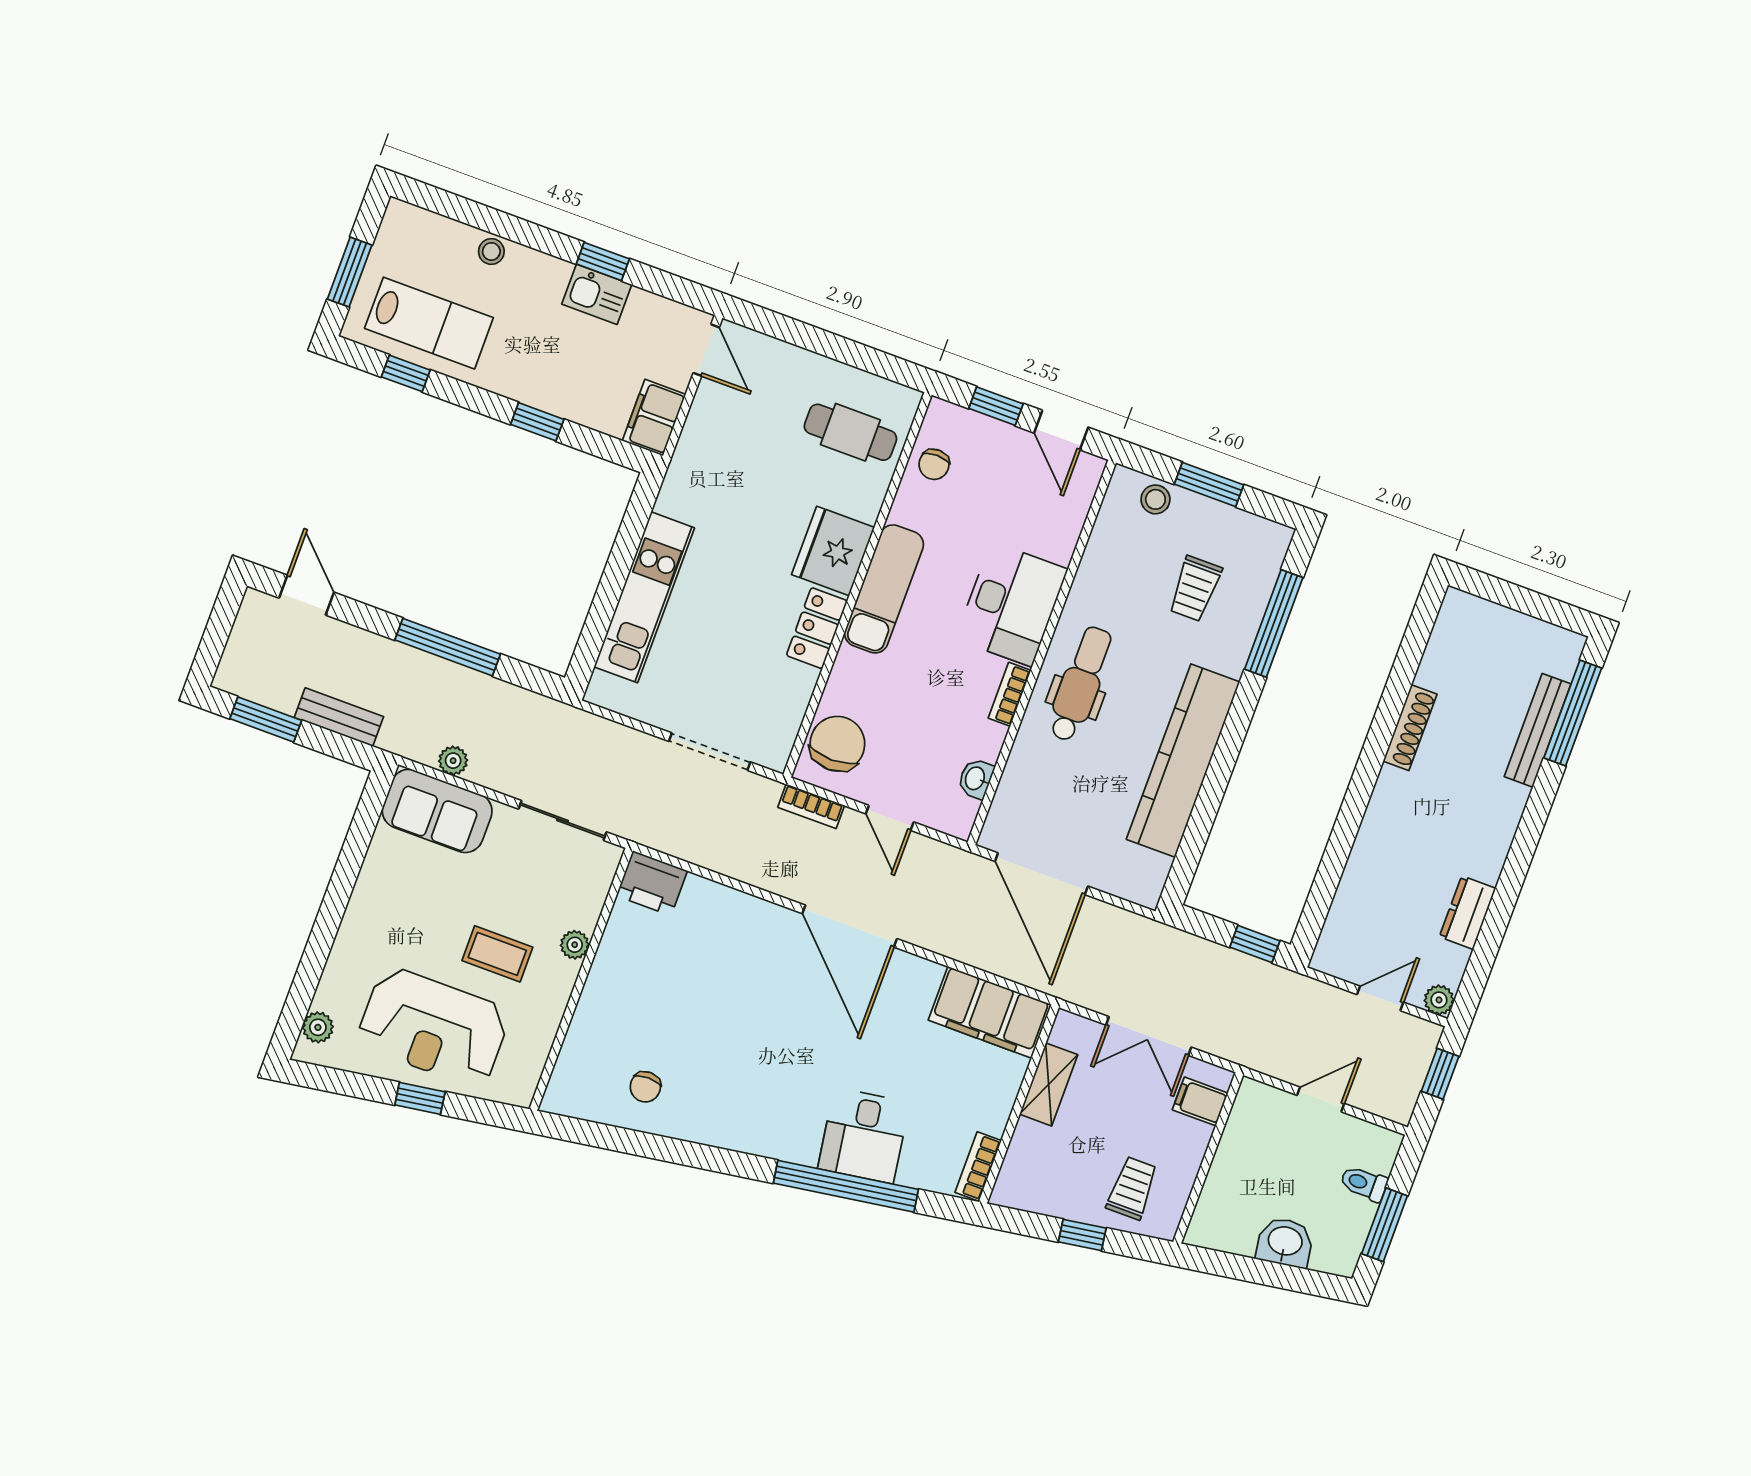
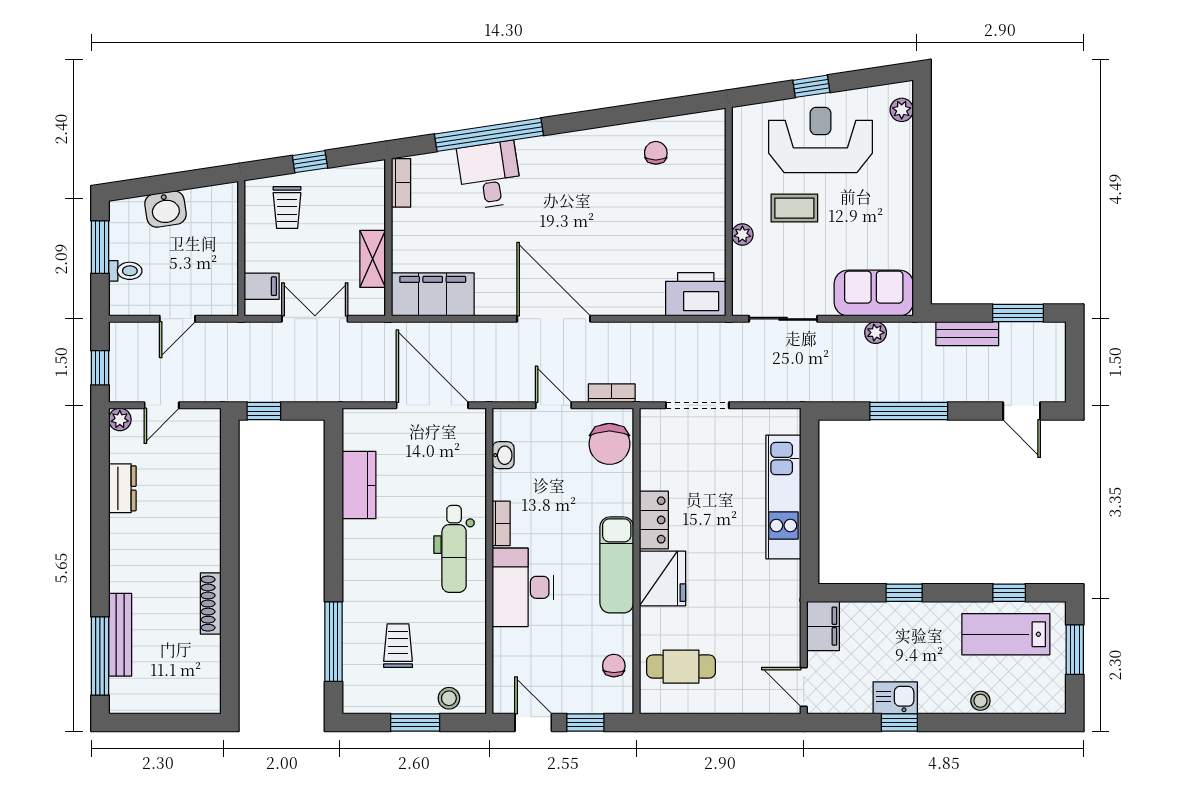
kitchen counter: (1183, 761) -> (359, 485), width x0.48, depth x0.86
printer: (652, 883) -> (696, 294), width x1.37, depth x1.19

